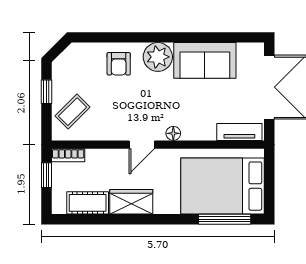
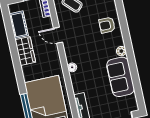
plant: (158, 57) -> (121, 51), width x0.53, depth x0.53
door: (142, 145) -> (58, 35), moved

